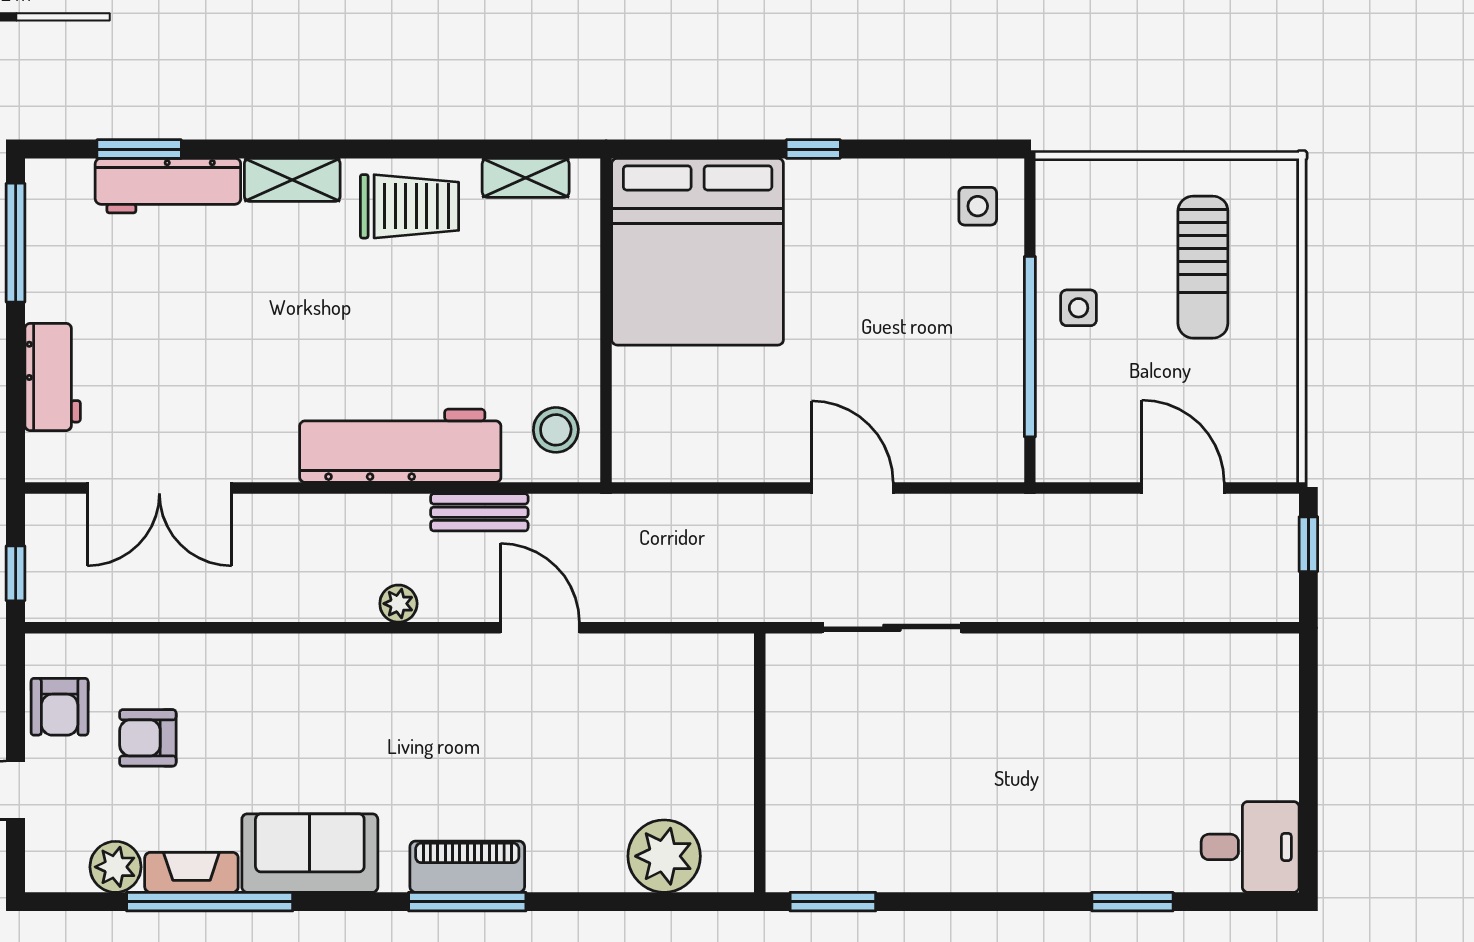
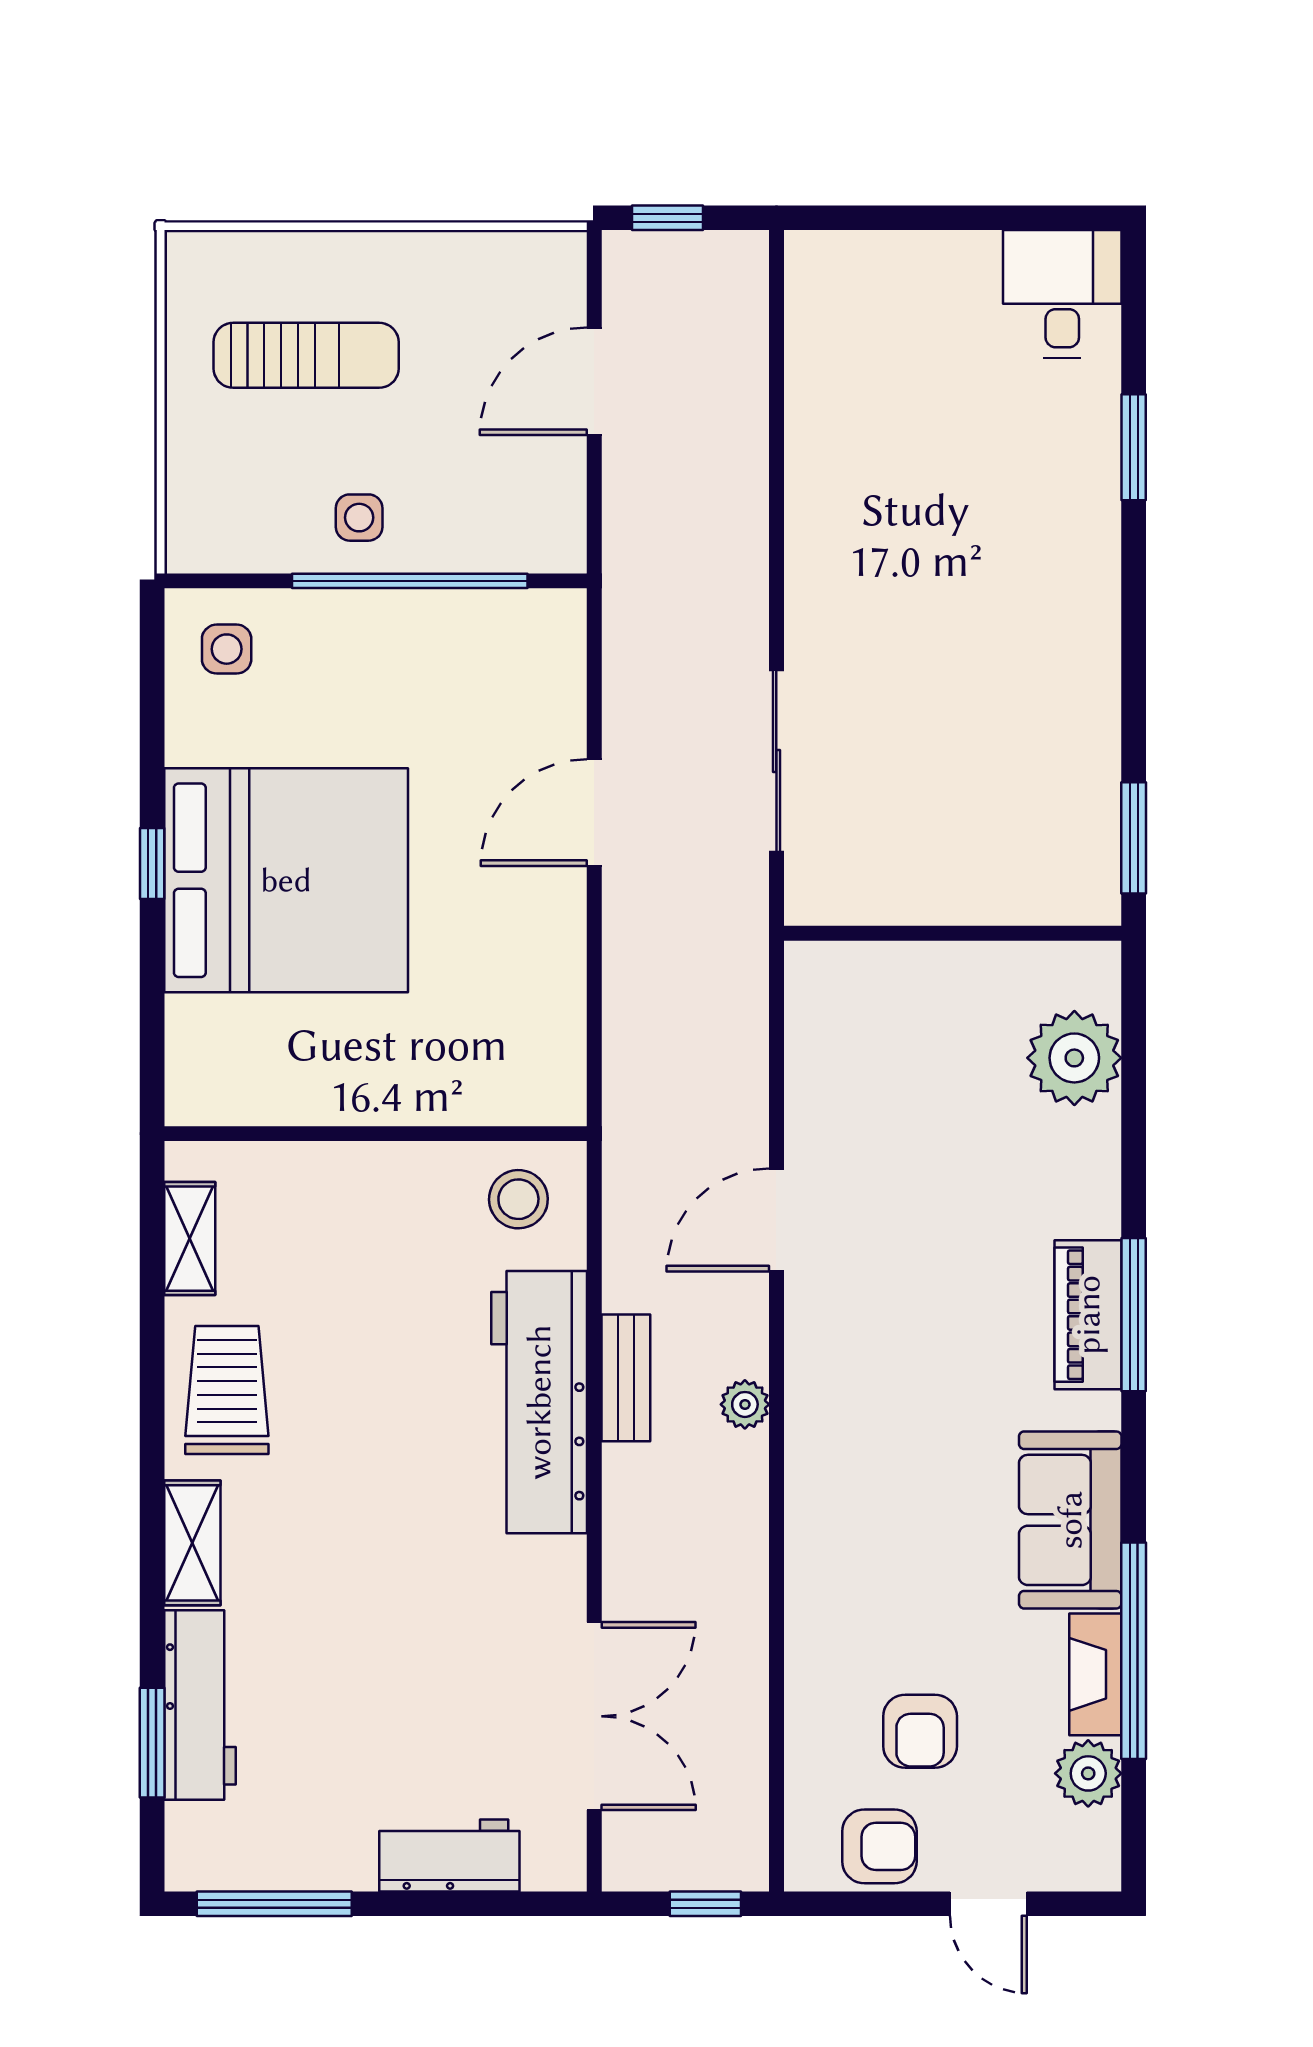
bed: (698, 252) -> (286, 880), moved
bench: (479, 512) -> (626, 1378), moved

